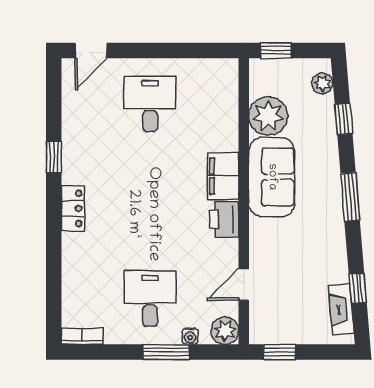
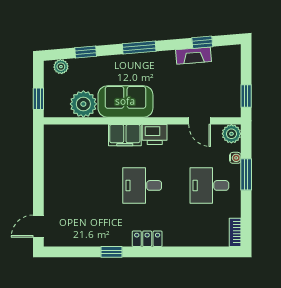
door: (91, 50) -> (38, 226), swing flipped
desk: (150, 104) -> (142, 185), moved
fireplace: (341, 309) -> (194, 56), moved

